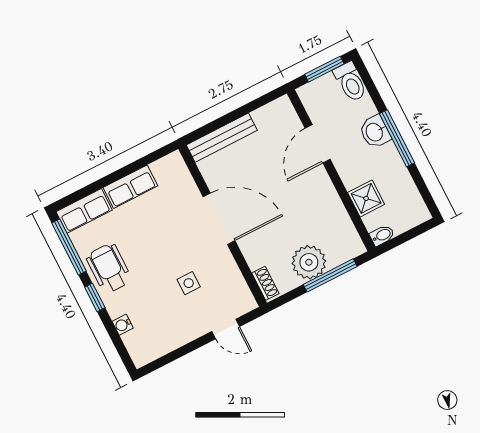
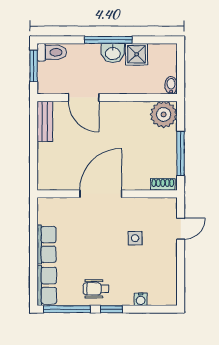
washbasin: (375, 132) -> (113, 53), moved
bench: (222, 138) -> (45, 121), moved, width x0.73
shower: (366, 198) -> (137, 54), moved
plant: (309, 262) -> (164, 114), moved
wheelchair: (109, 268) -> (96, 289), width x0.73, depth x0.73
window: (330, 275) -> (181, 154), moved

